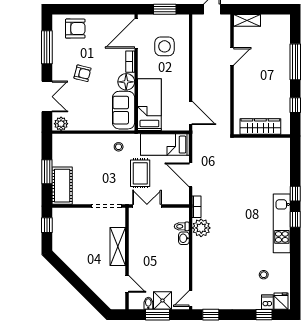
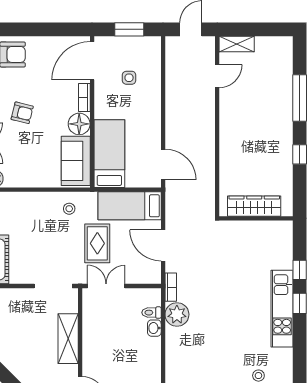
side table: (164, 46) -> (129, 78), width x0.54, depth x0.54
door: (232, 56) -> (217, 76), moved
wardrobe: (260, 127) -> (254, 206), moved
wall: (262, 136) -> (256, 218), moved

